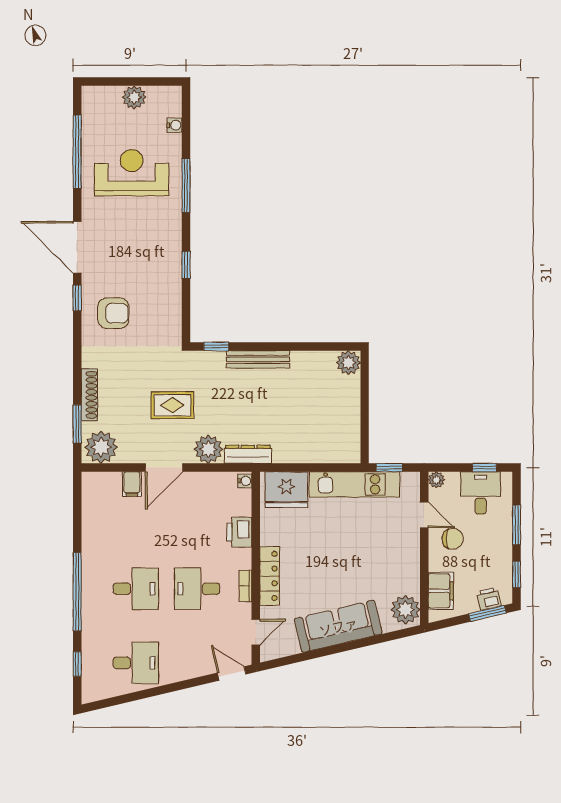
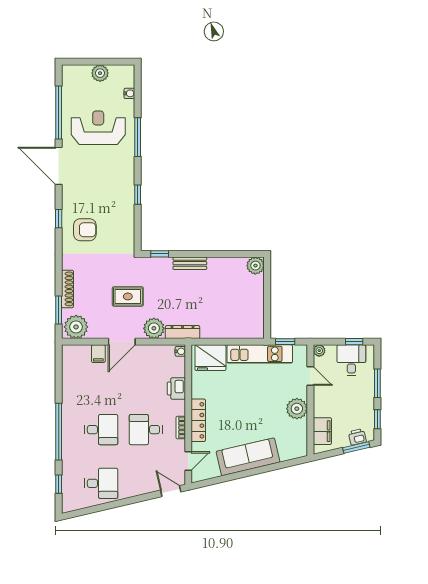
door: (77, 247) -> (59, 166), moved
bench: (258, 359) -> (190, 263), width x0.73
chair: (453, 539) -> (331, 393), removed
plant: (405, 610) -> (297, 409), moved

